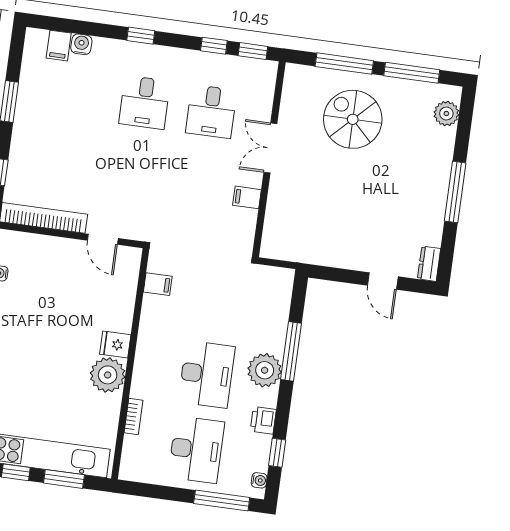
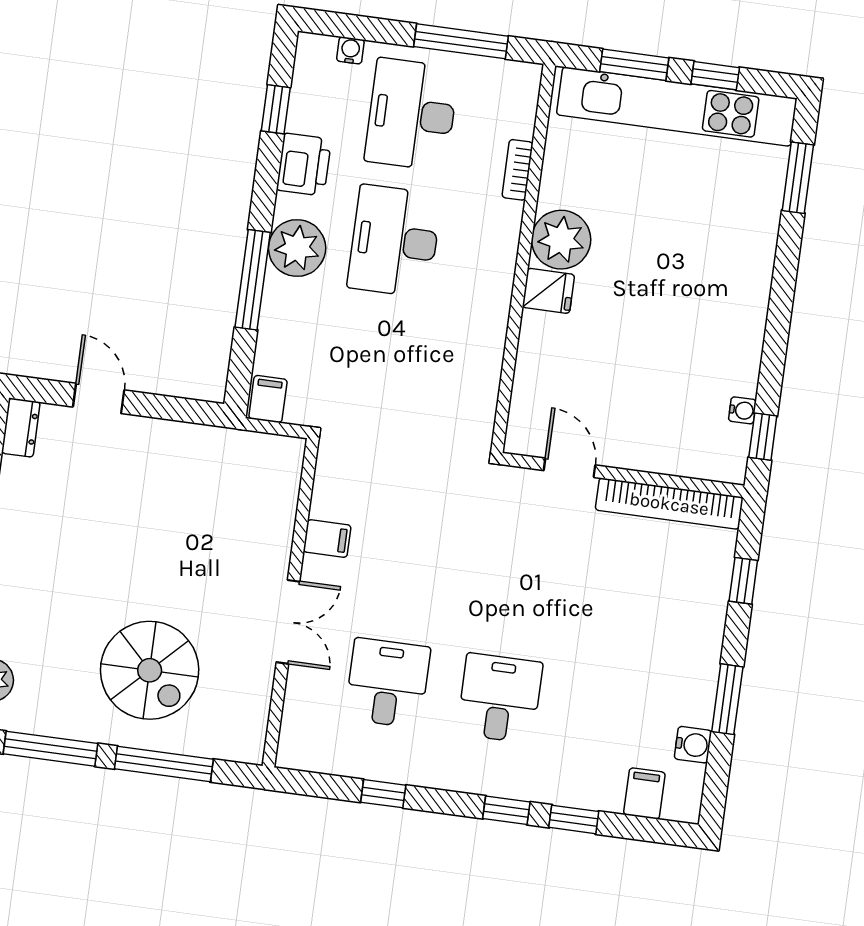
water cooler: (81, 44) -> (693, 745), moved, turned -90
window: (253, 51) -> (574, 819), moved
filing cabinet: (158, 284) -> (268, 399), moved, turned 90
printer: (263, 420) -> (304, 165), width x1.36, depth x1.24
water cooler: (259, 480) -> (350, 50), moved, turned 90
window: (222, 501) -> (461, 41), moved

